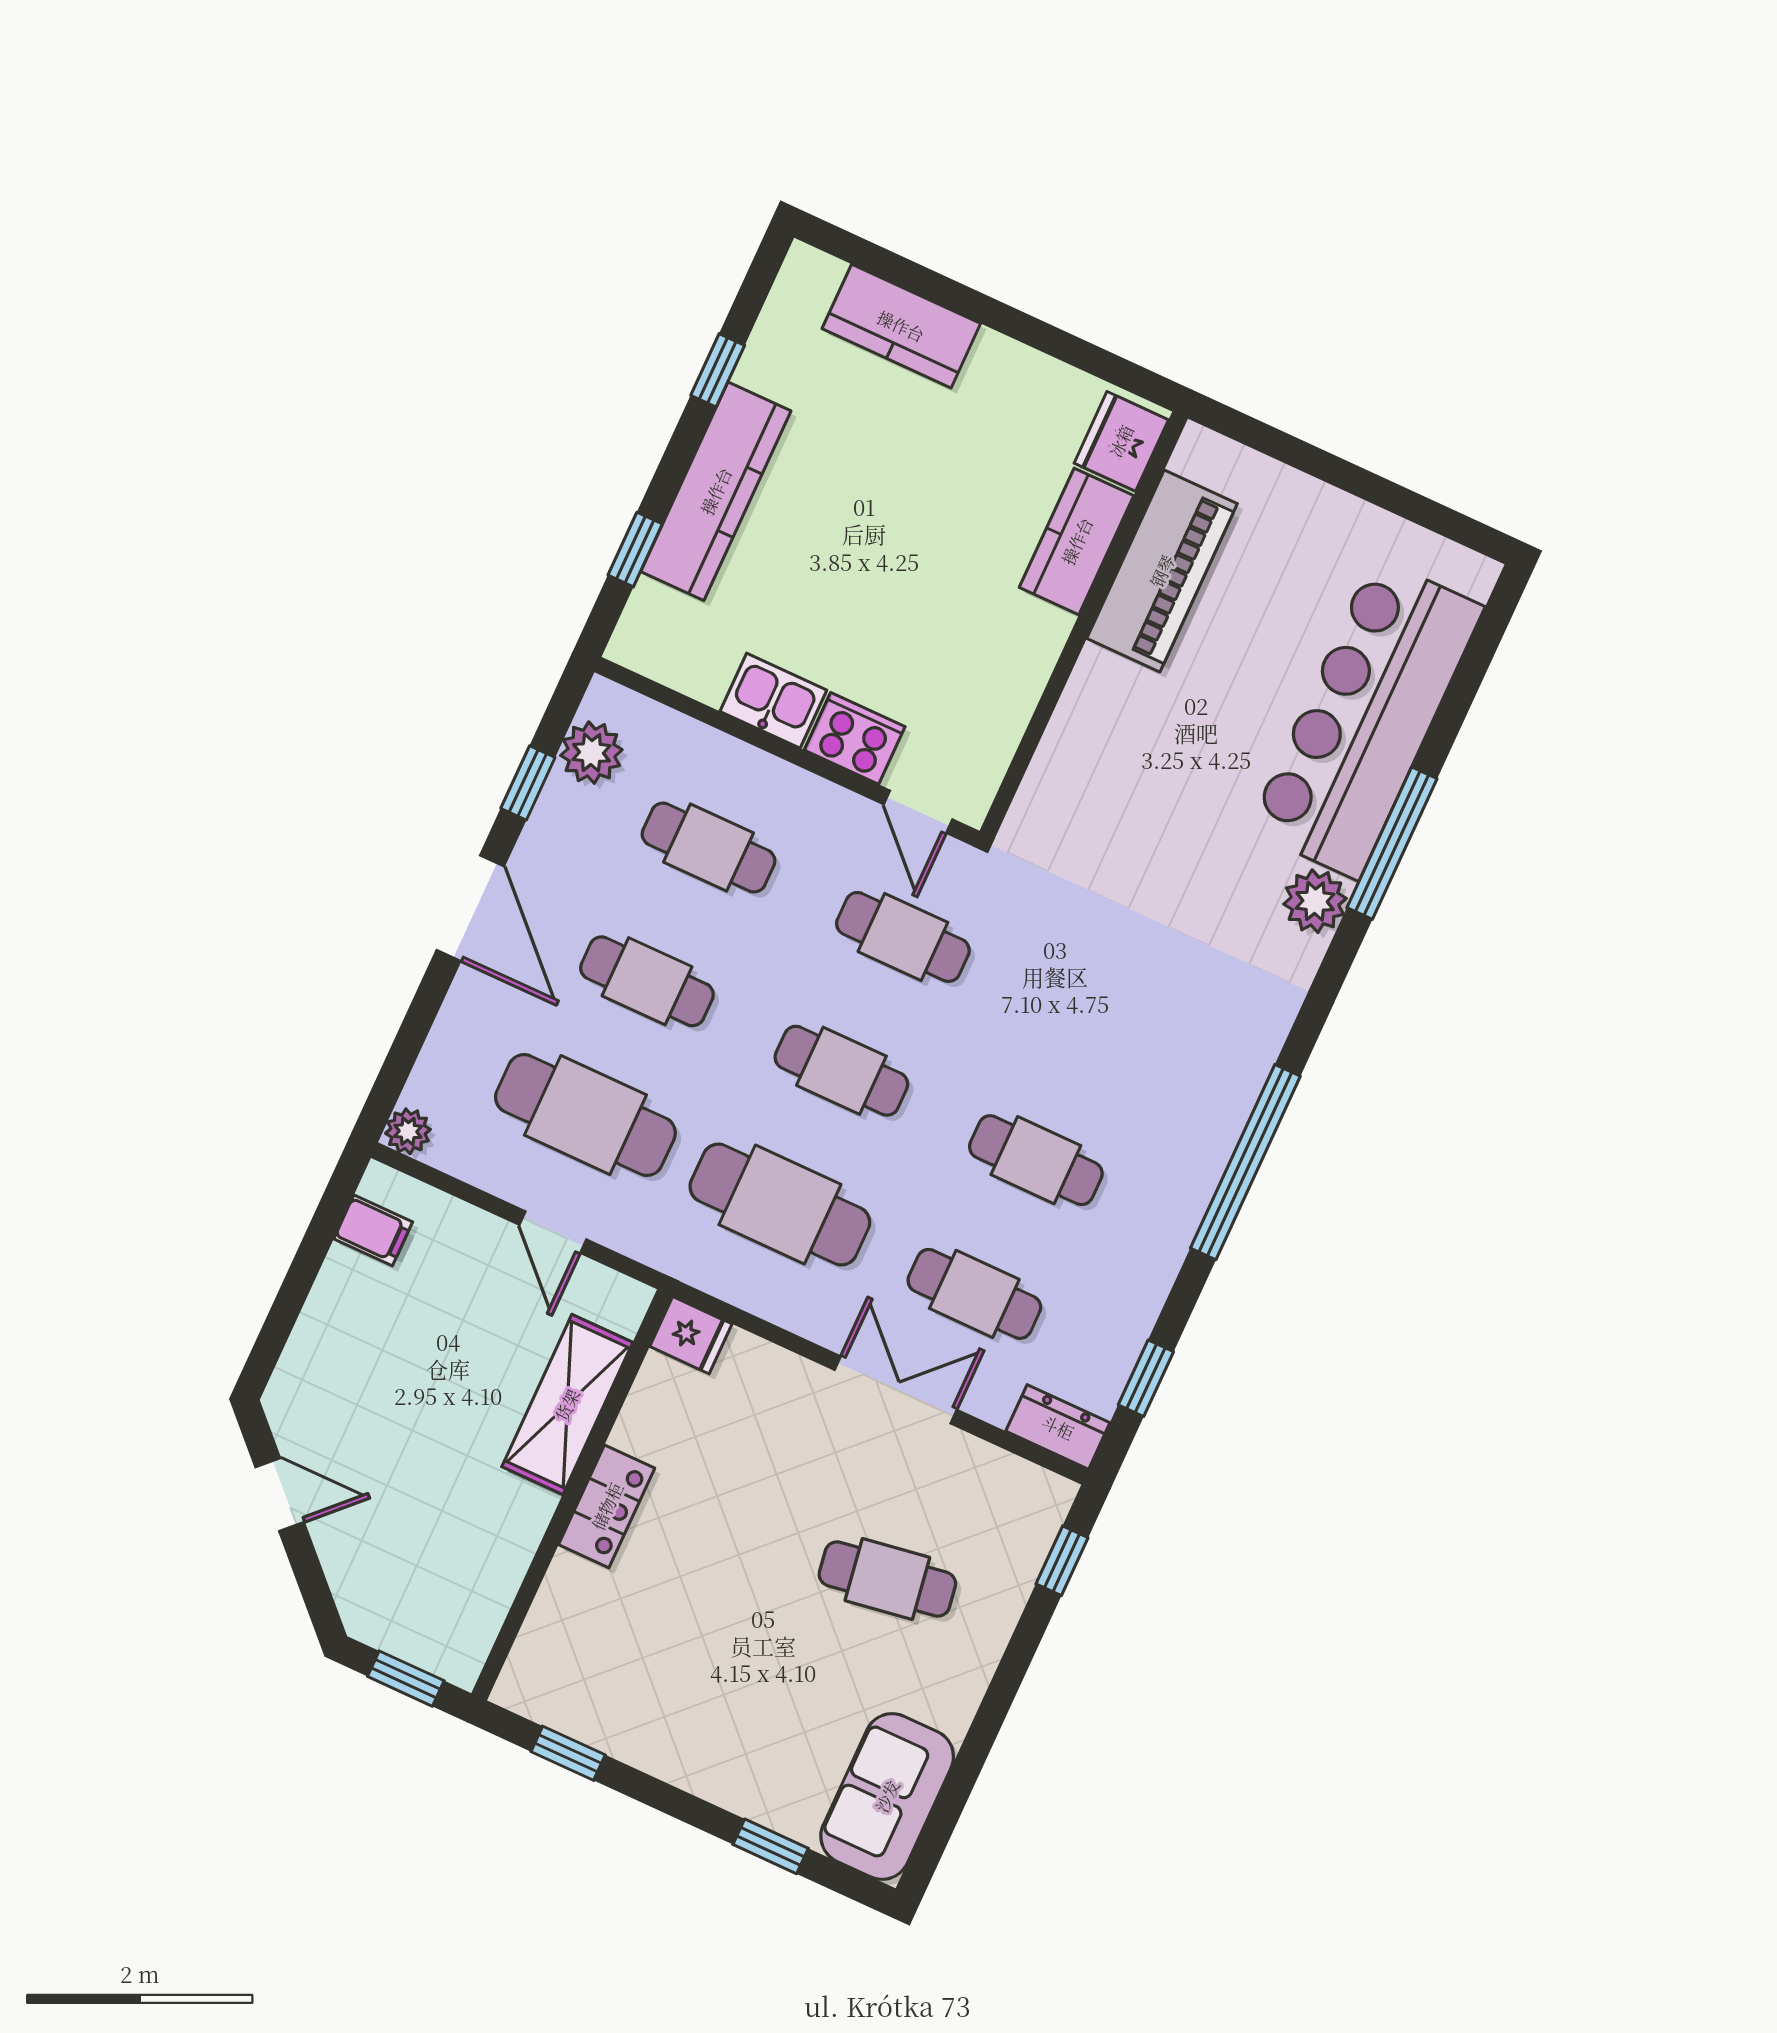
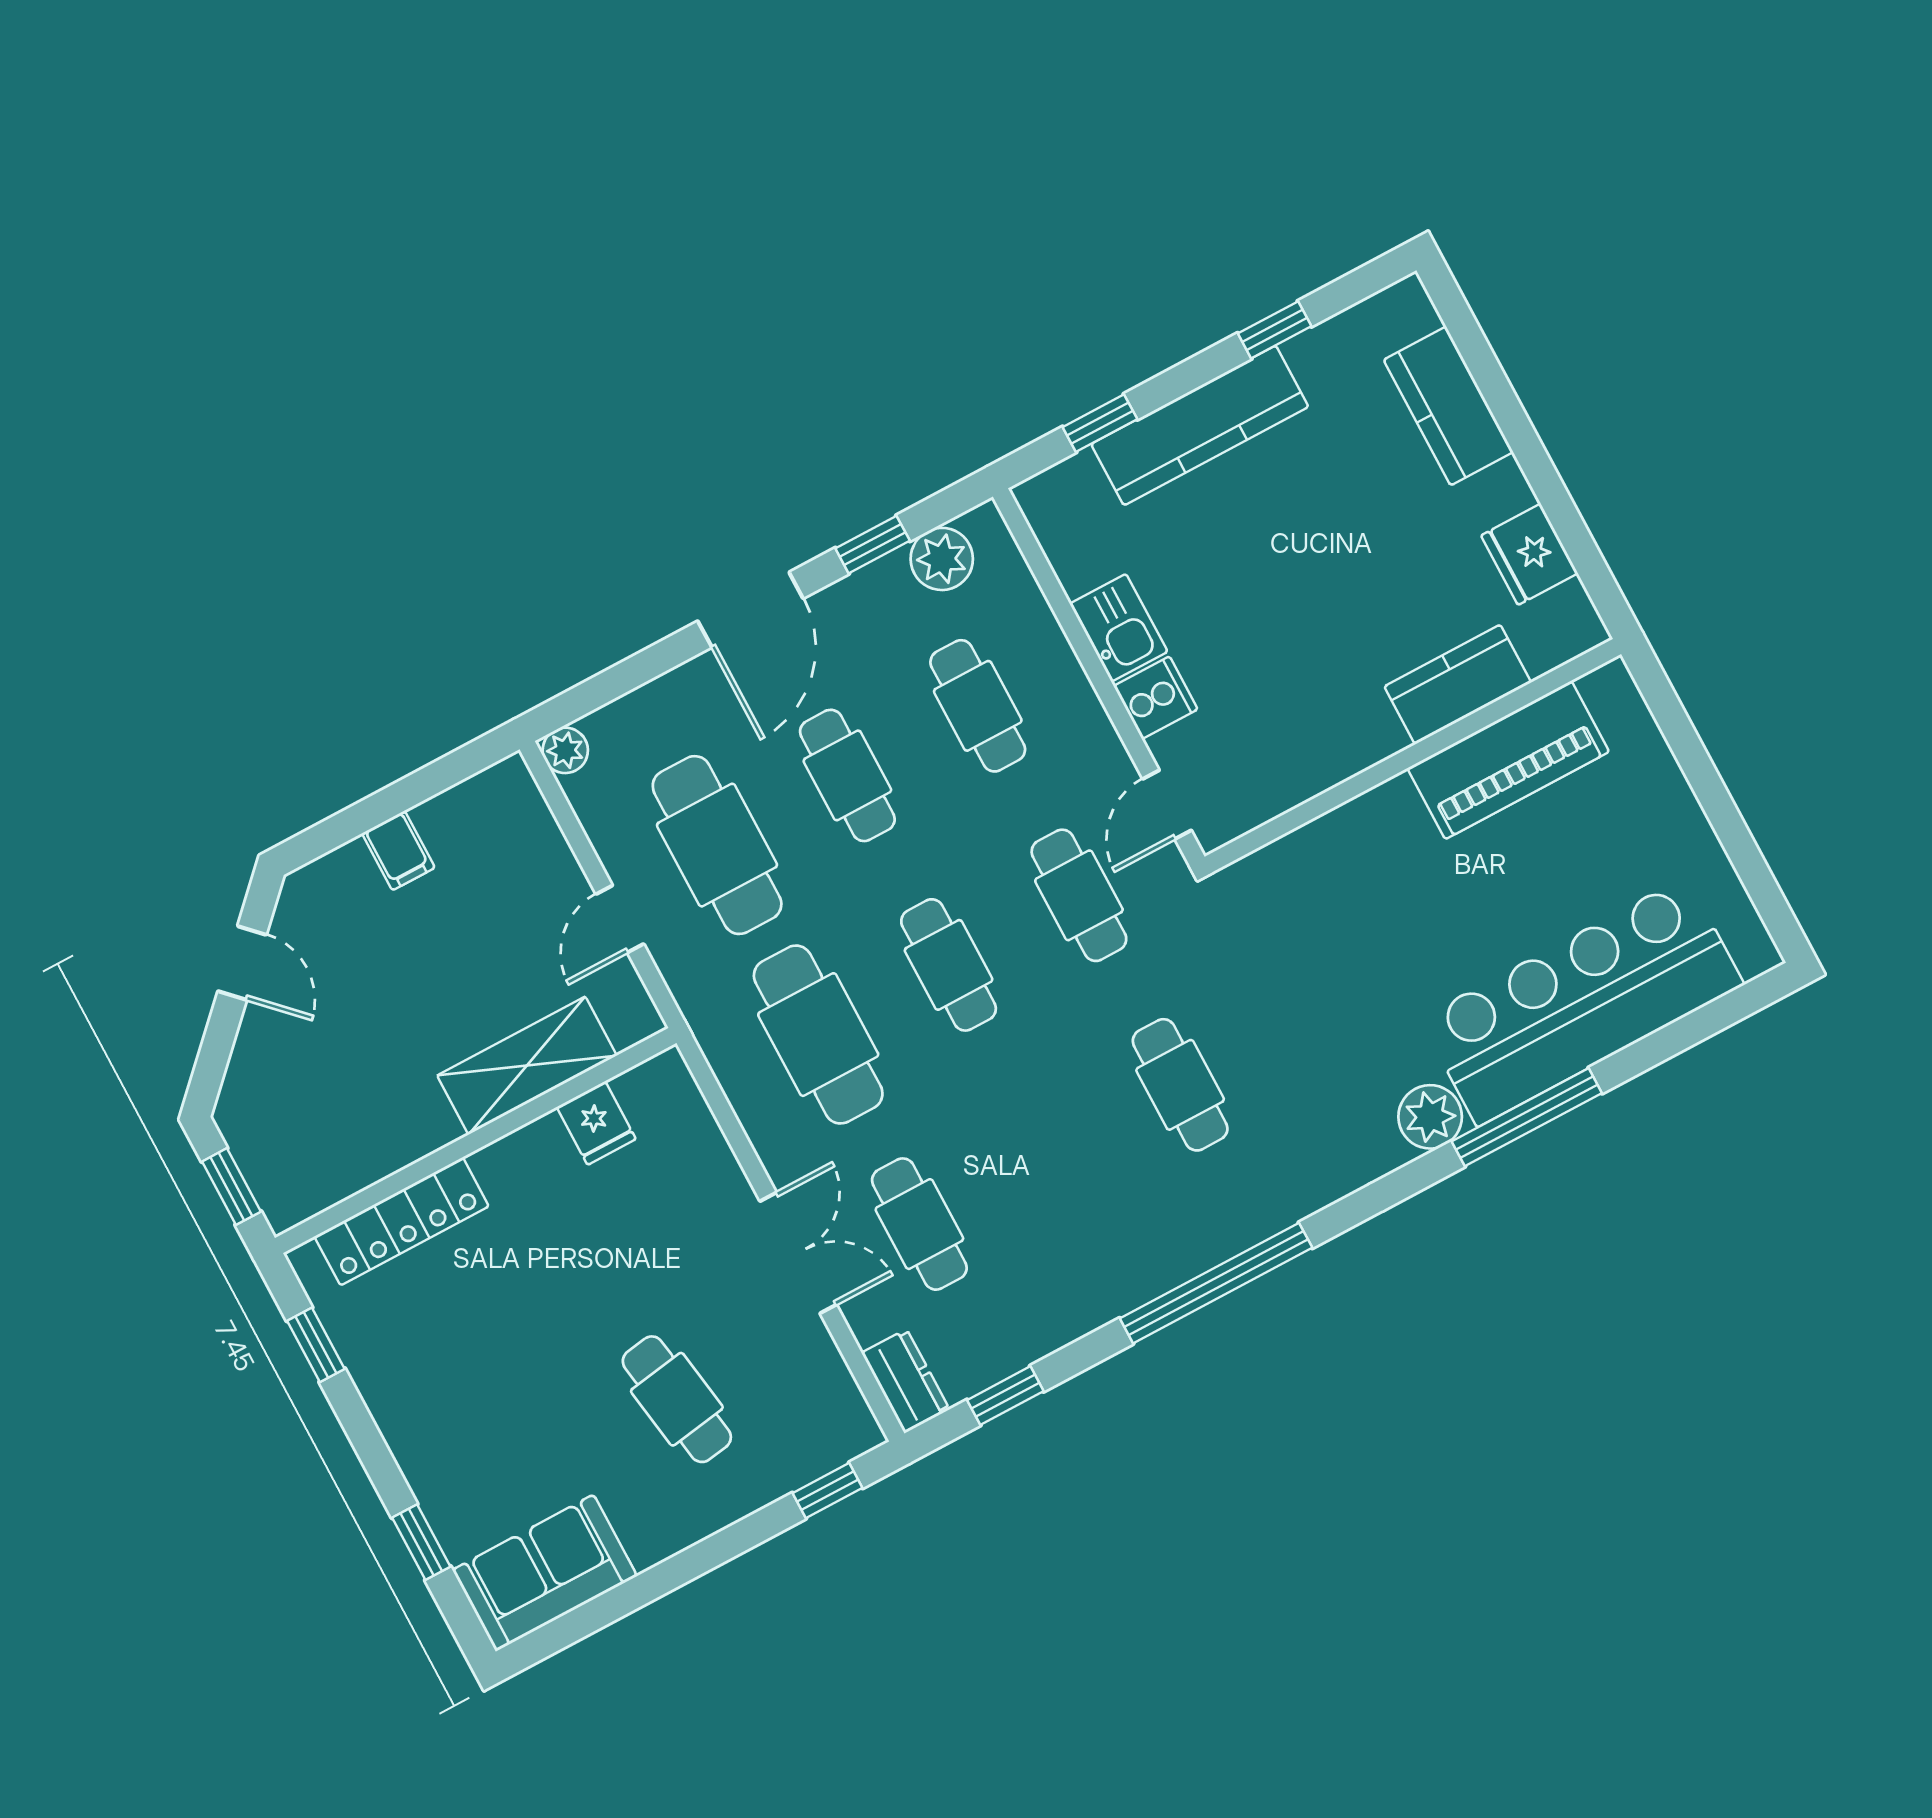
fridge: (1121, 441) -> (1529, 554), moved, turned -90
cooker: (855, 738) -> (1156, 698), width x0.73
cafe table: (1036, 1160) -> (1180, 1085), moved
filing cabinet: (373, 1230) -> (398, 851), moved
fridge: (691, 1335) -> (596, 1123), moved
locker: (607, 1506) -> (402, 1221), moved, width x1.53

